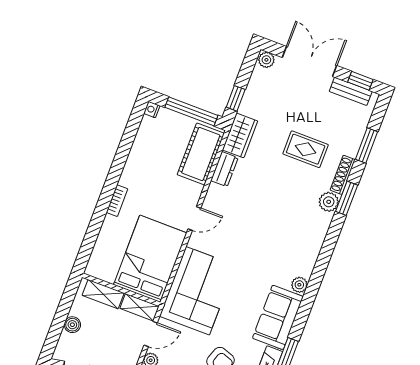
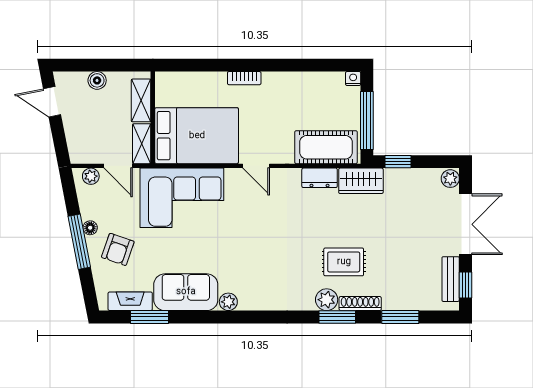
rug: (306, 149) -> (344, 262), moved, turned 90

